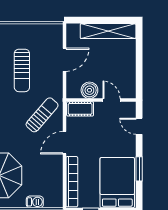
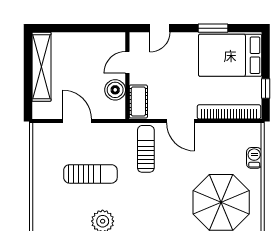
sun lounger: (42, 115) -> (146, 149), turned 49

